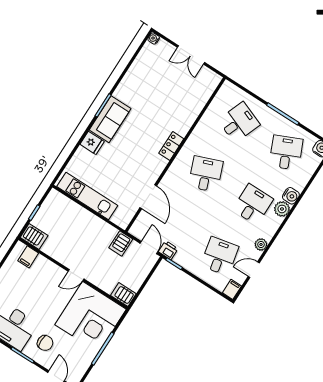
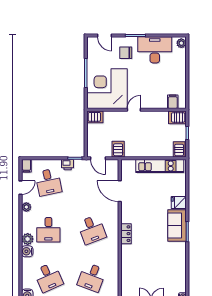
server rack: (55, 201) -> (179, 149), added
printer: (168, 250) -> (68, 165), moved

